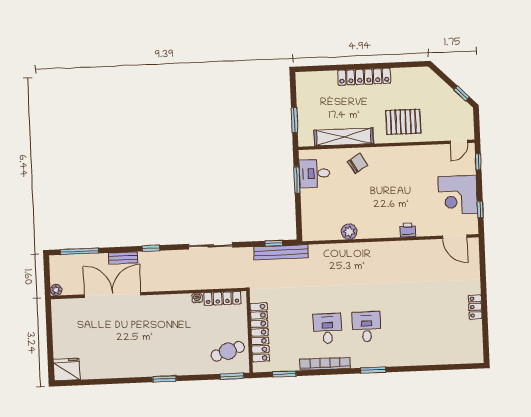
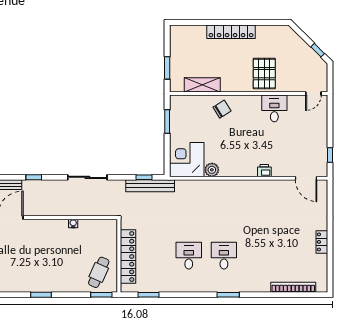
pallet: (403, 122) -> (264, 74), turned 90
shelving: (344, 137) -> (202, 85), width x0.68
window: (478, 162) -> (330, 112), removed
desk: (314, 173) -> (274, 108), moved, turned 90
corner desk: (458, 195) -> (187, 160), moved, turned 90
locker: (222, 298) -> (96, 225), removed
cafe table: (228, 351) -> (99, 272), turned -47
bookcase: (325, 364) -> (293, 287), moved

